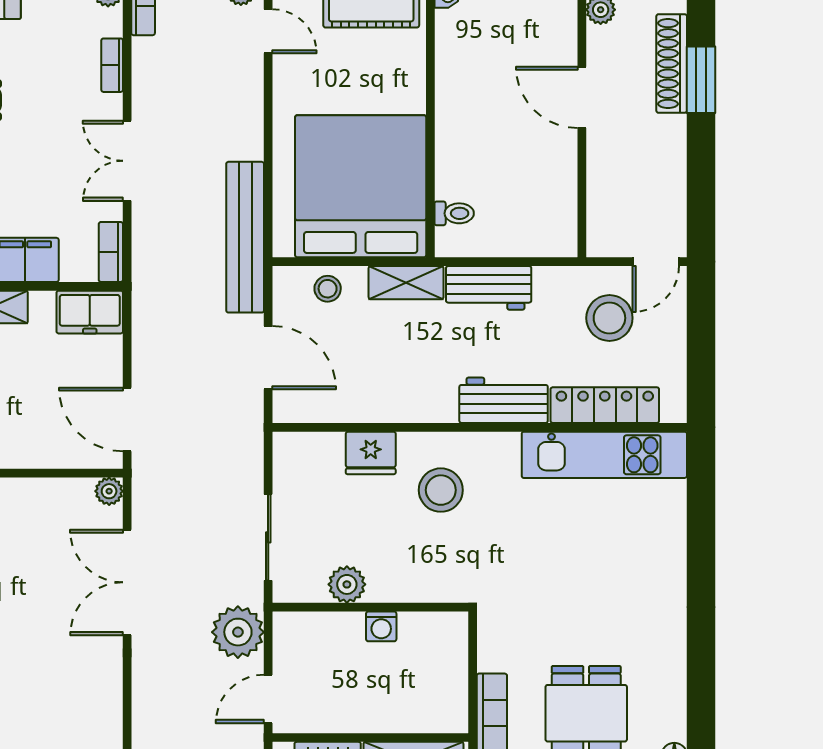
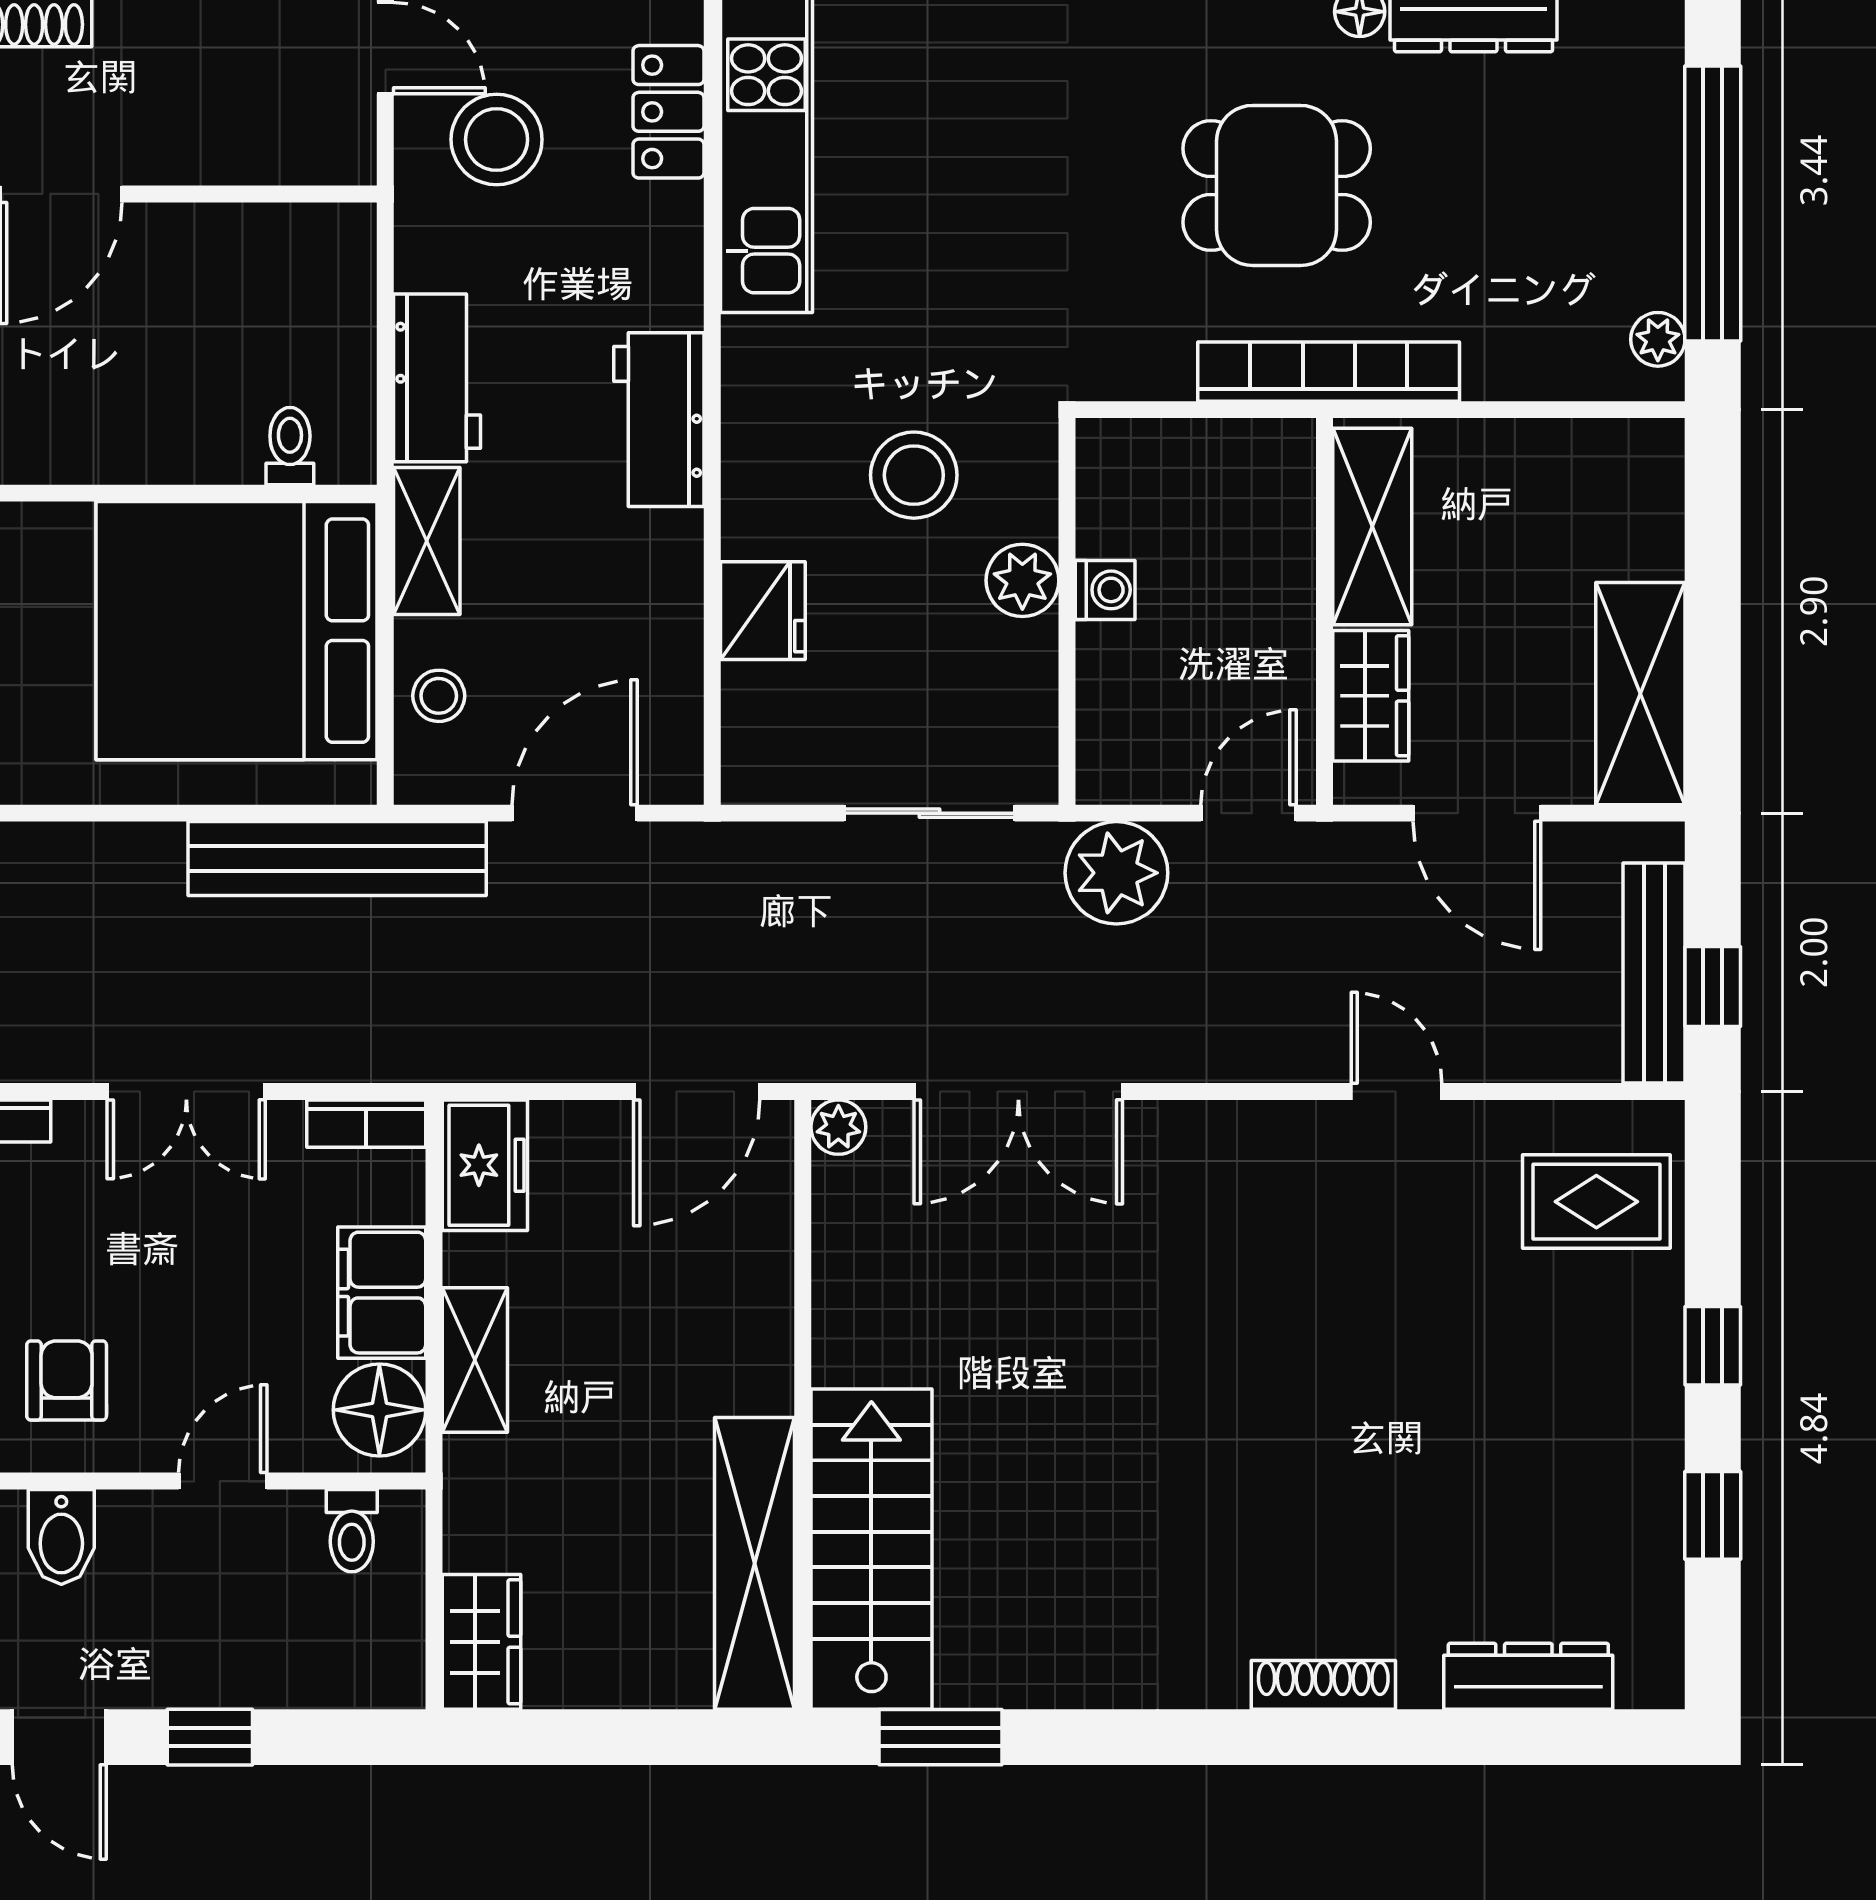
workbench: (504, 400) -> (659, 420), moved
locker: (605, 405) -> (668, 112), width x0.66
stool: (441, 490) -> (914, 475), moved
plant: (347, 584) -> (1022, 580), moved
door: (268, 699) -> (1249, 813), swing flipped

